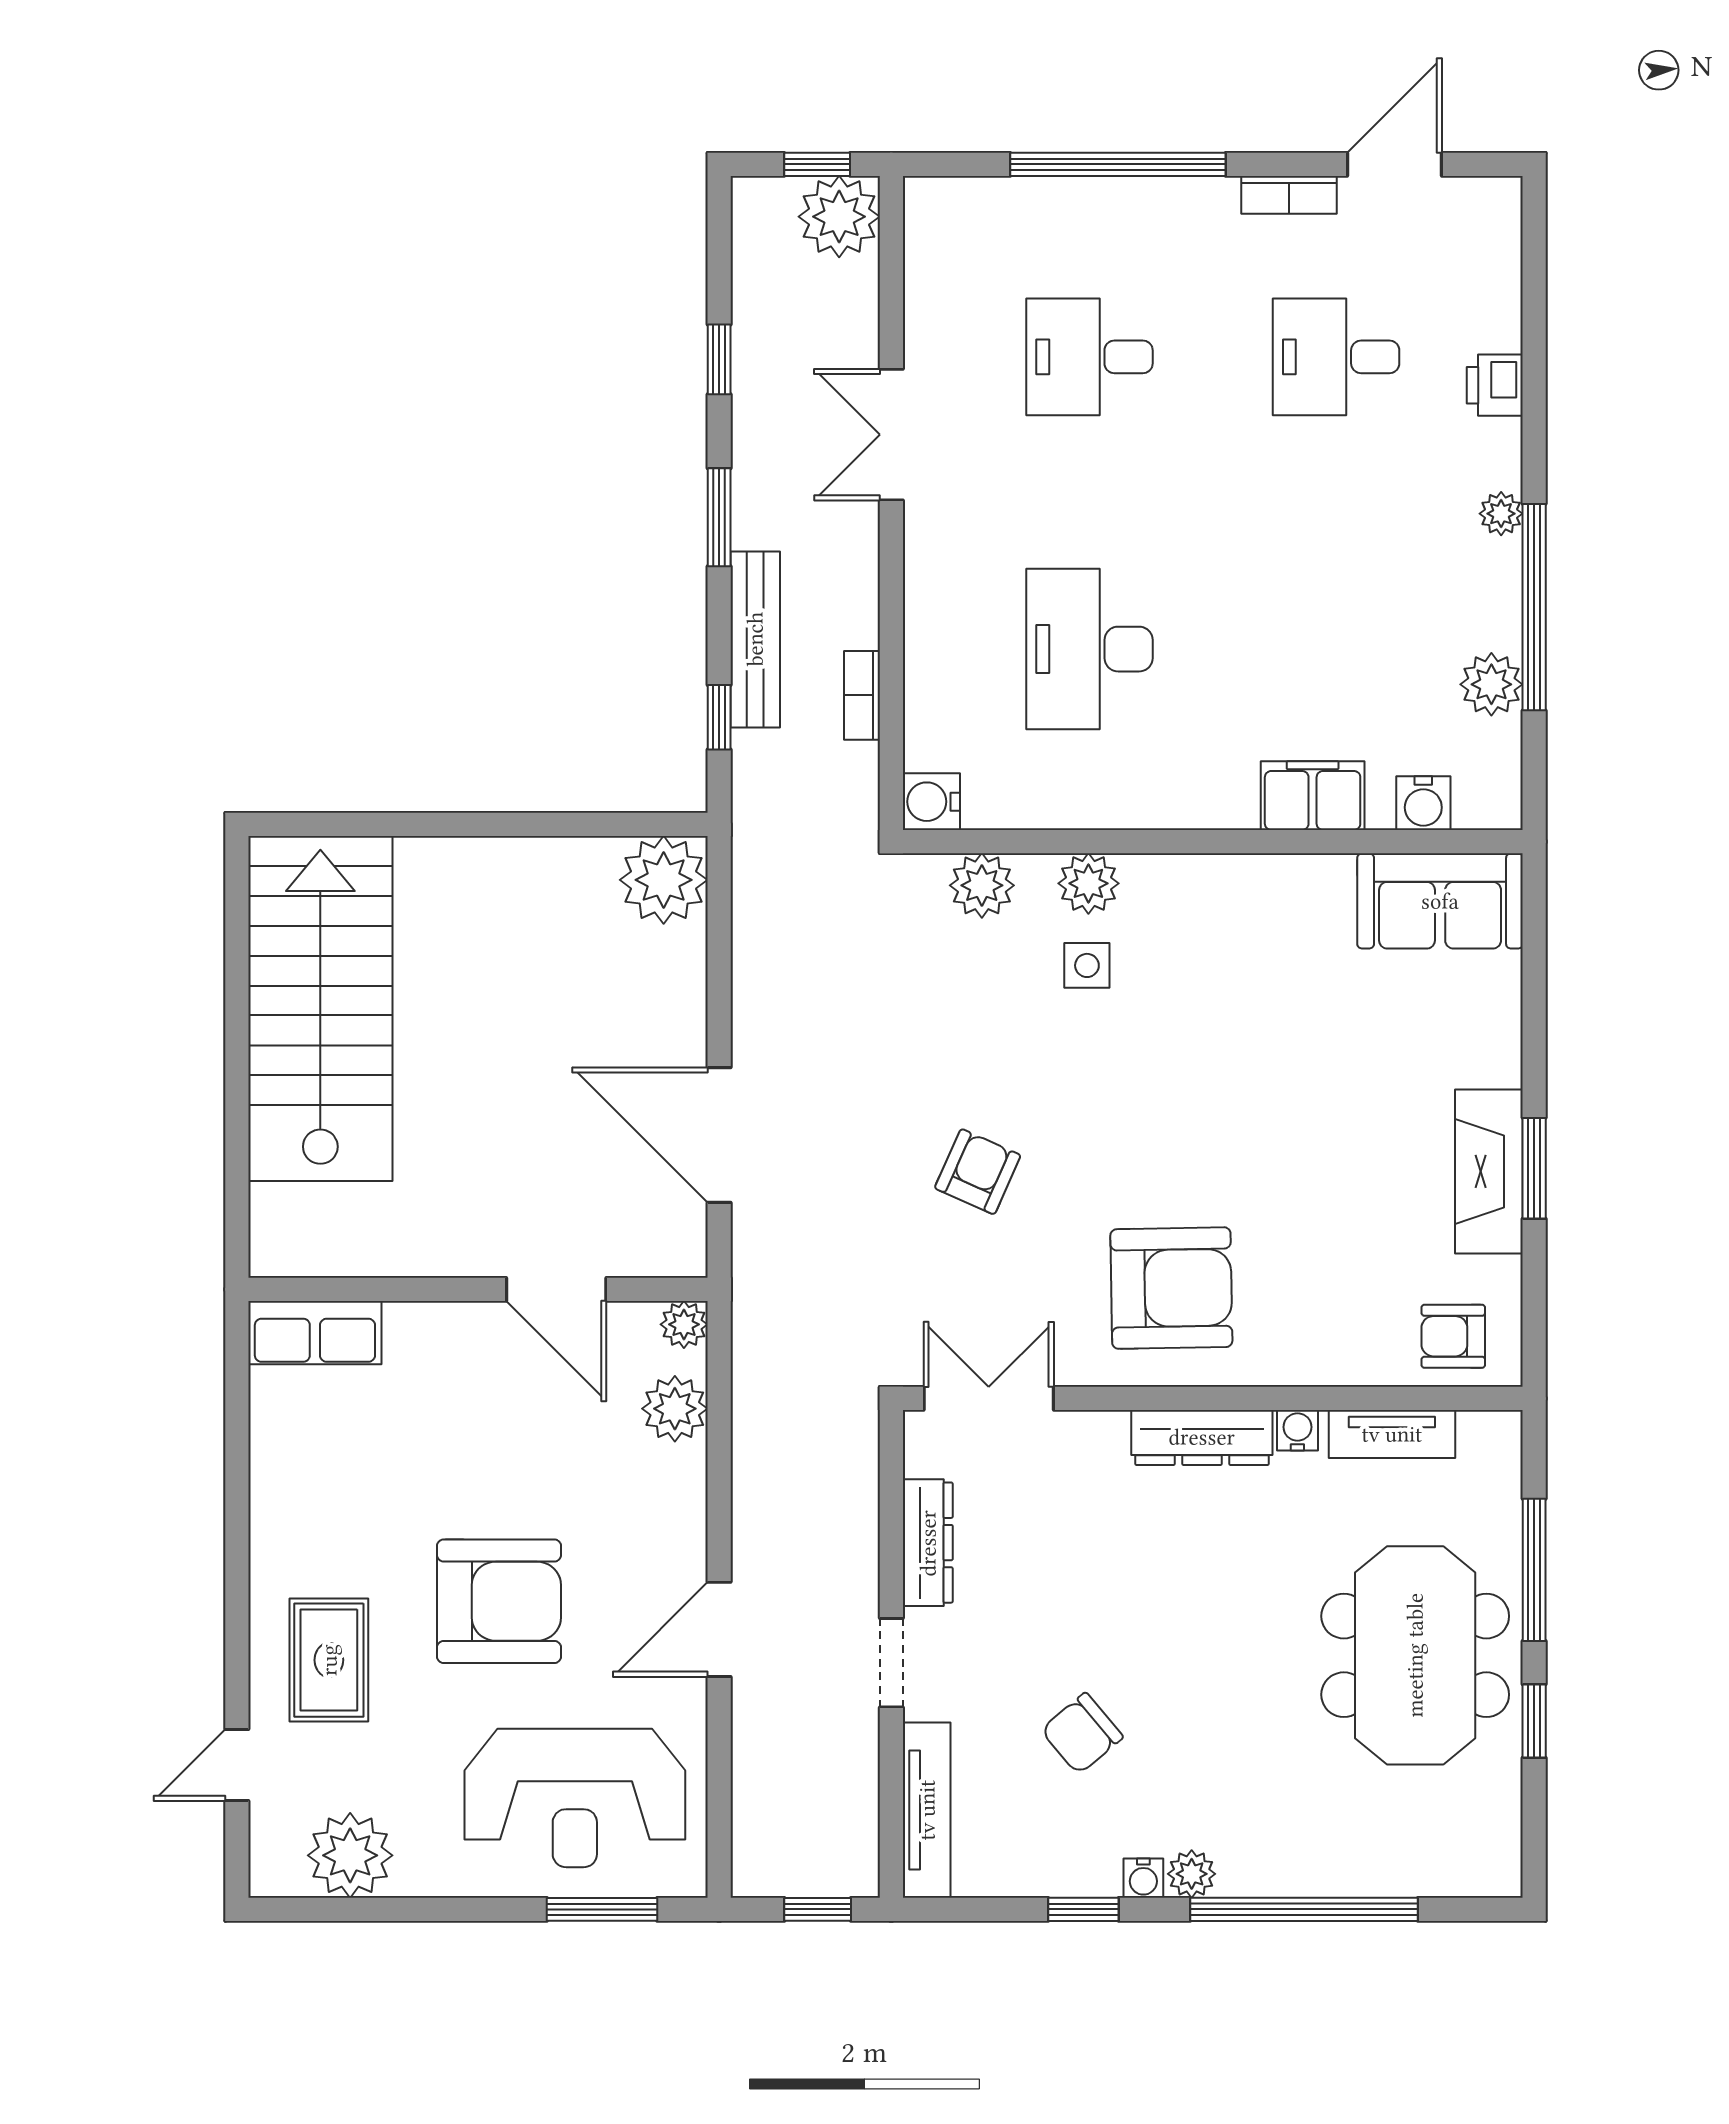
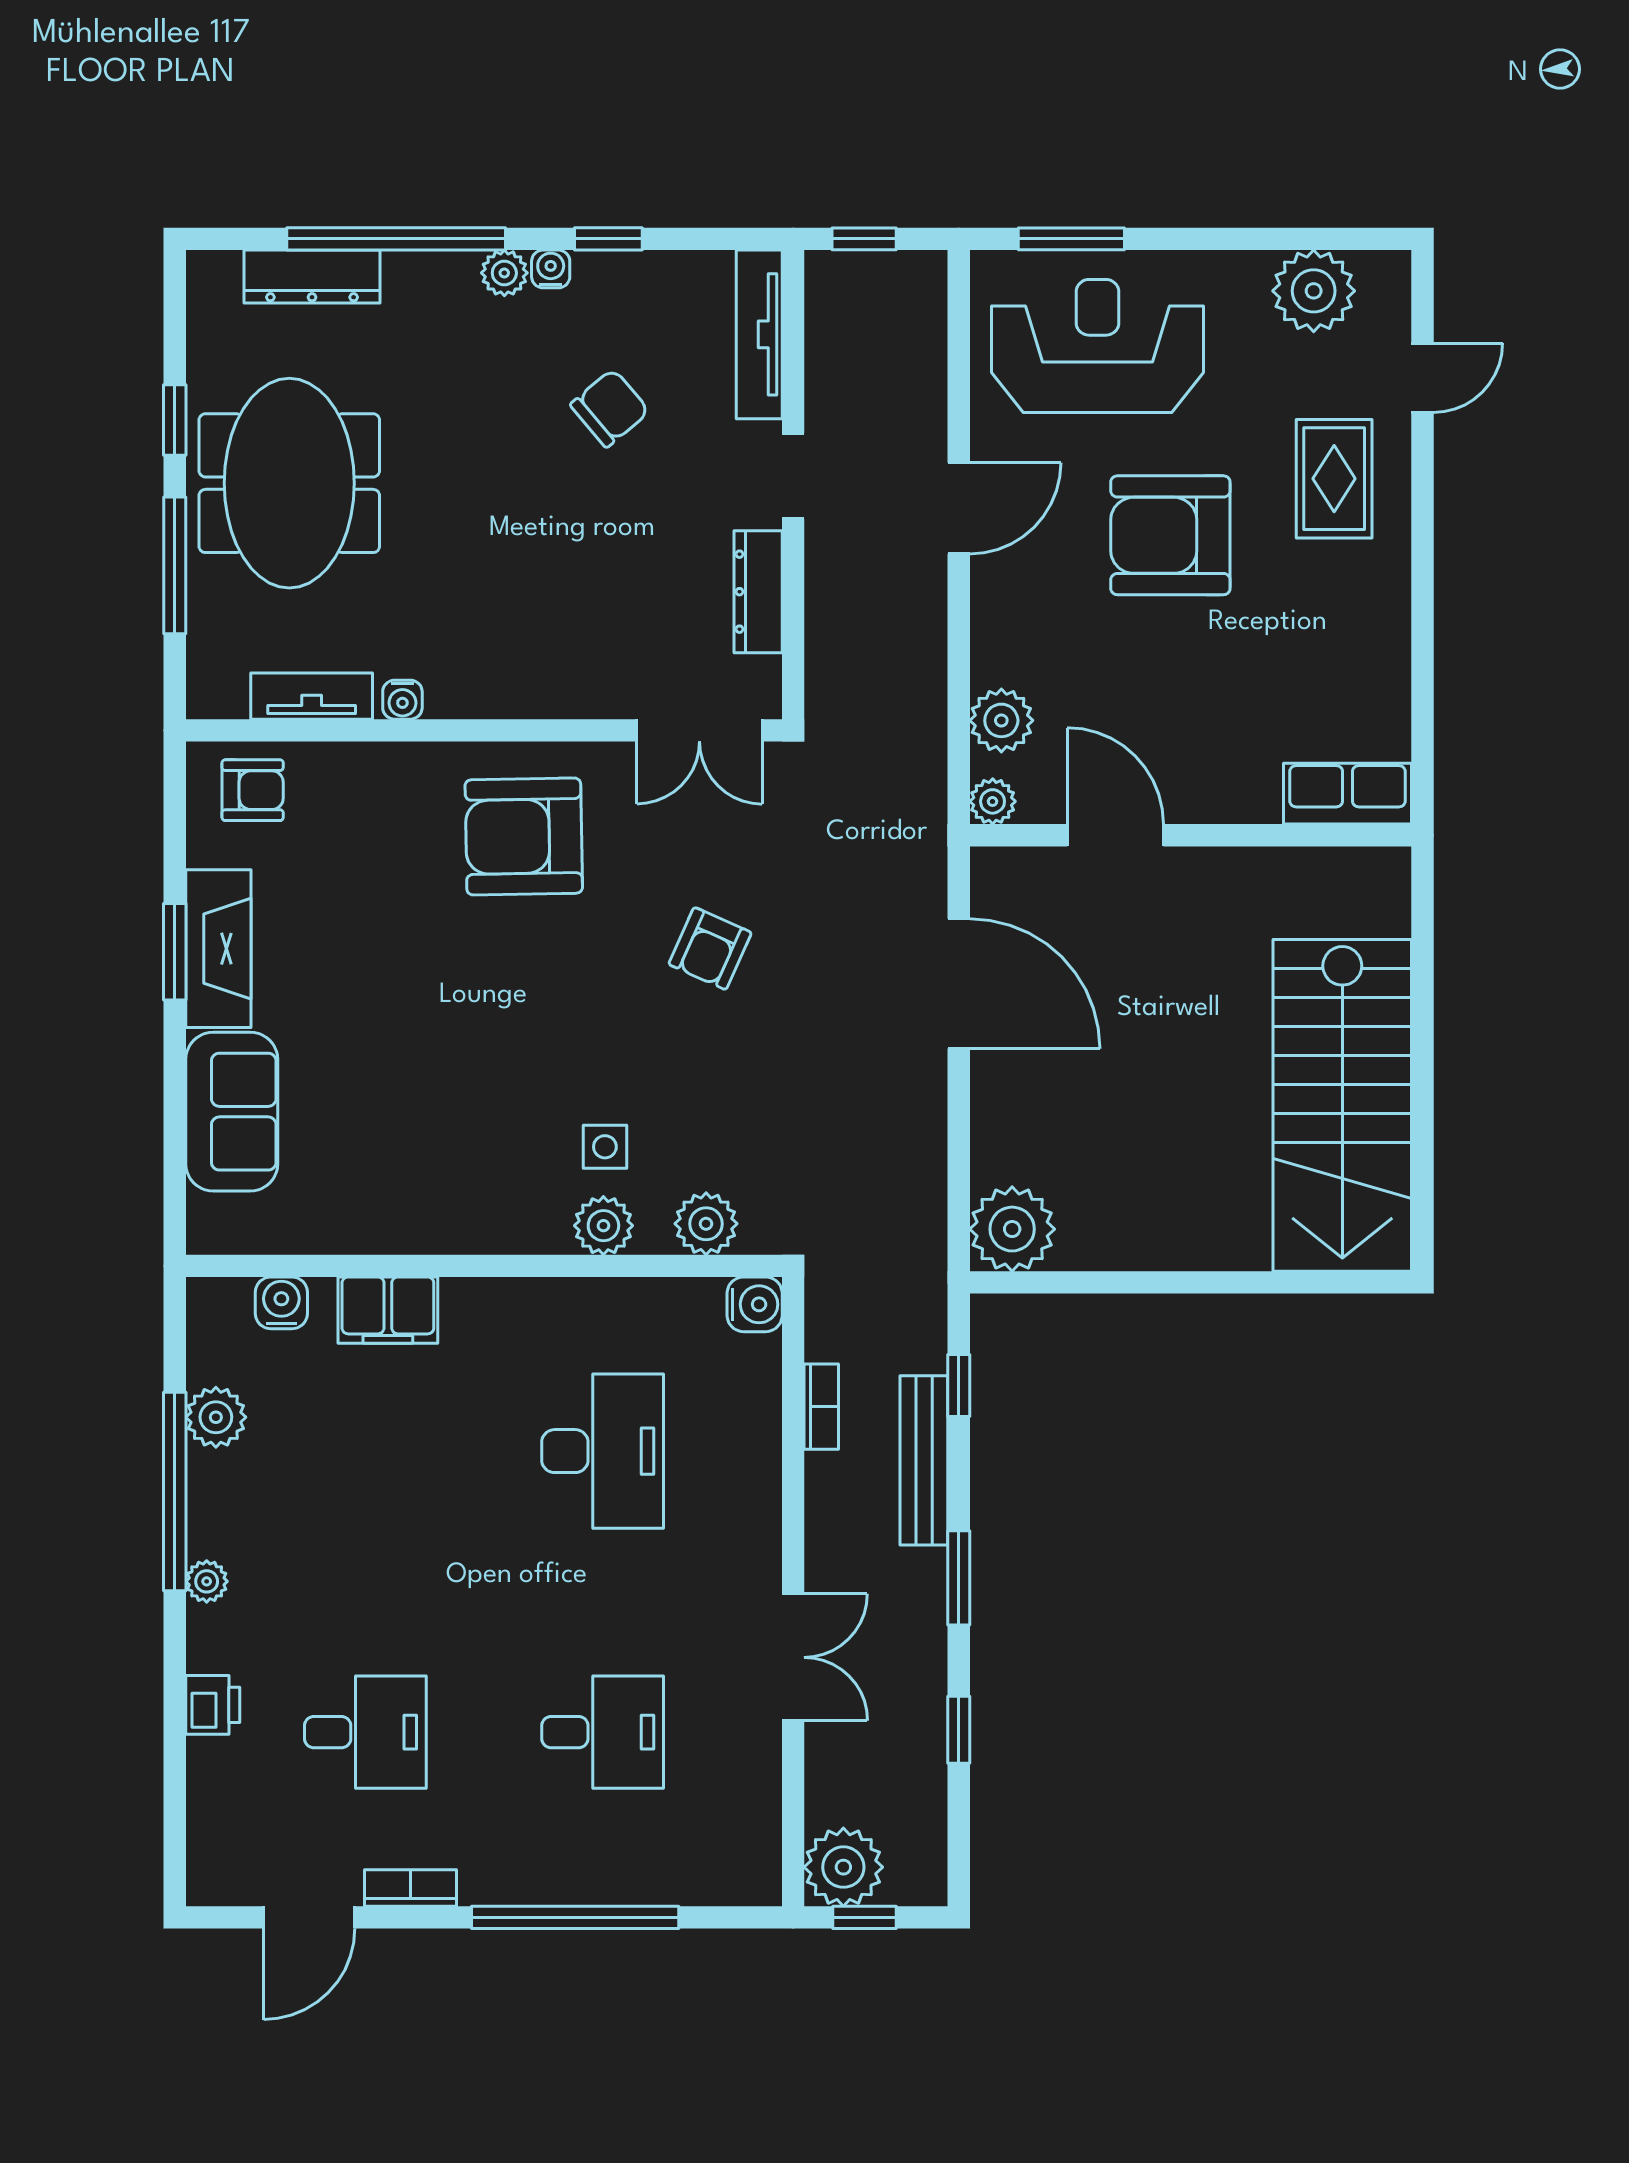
sofa: (1440, 901) -> (232, 1112), moved, turned 90
dresser: (1202, 1437) -> (312, 277), moved, turned 180

